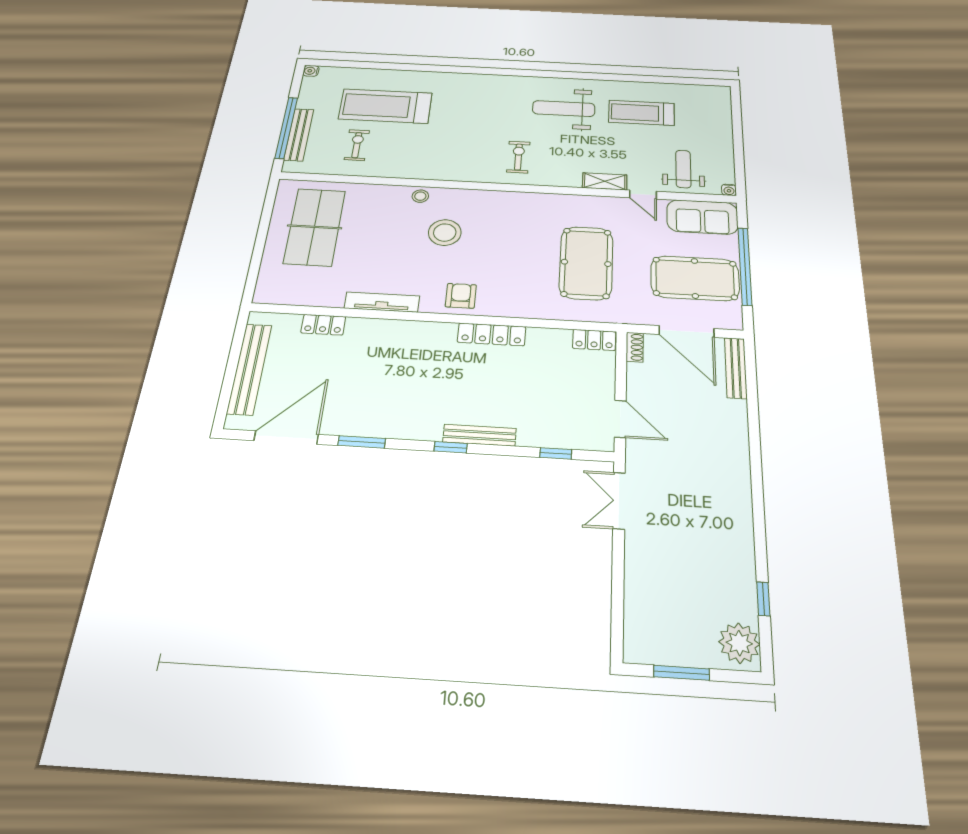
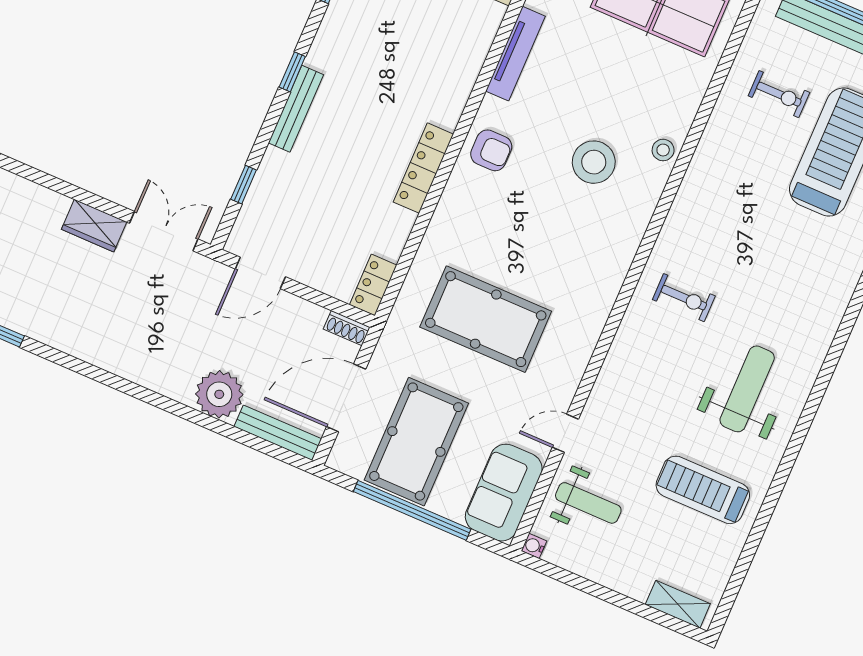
treadmill: (642, 113) -> (703, 490), turned -90
shelving: (605, 181) -> (678, 604), moved, turned 90
plant: (728, 417) -> (219, 394), added
wardrobe: (639, 557) -> (94, 226), added

